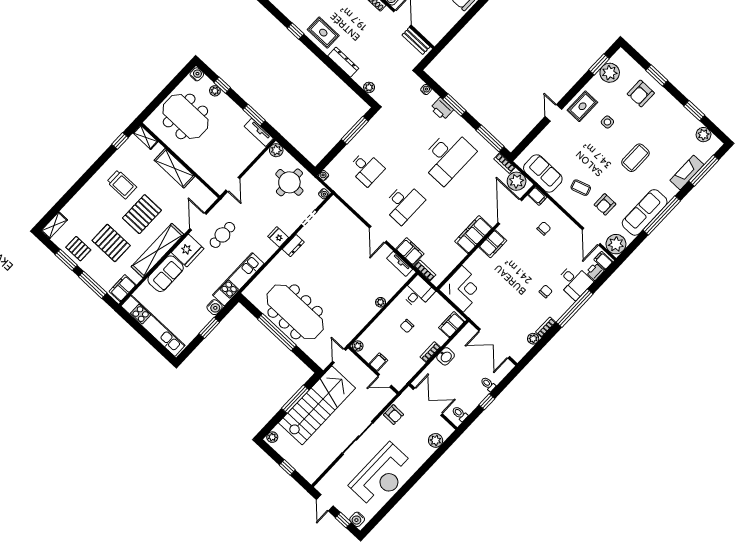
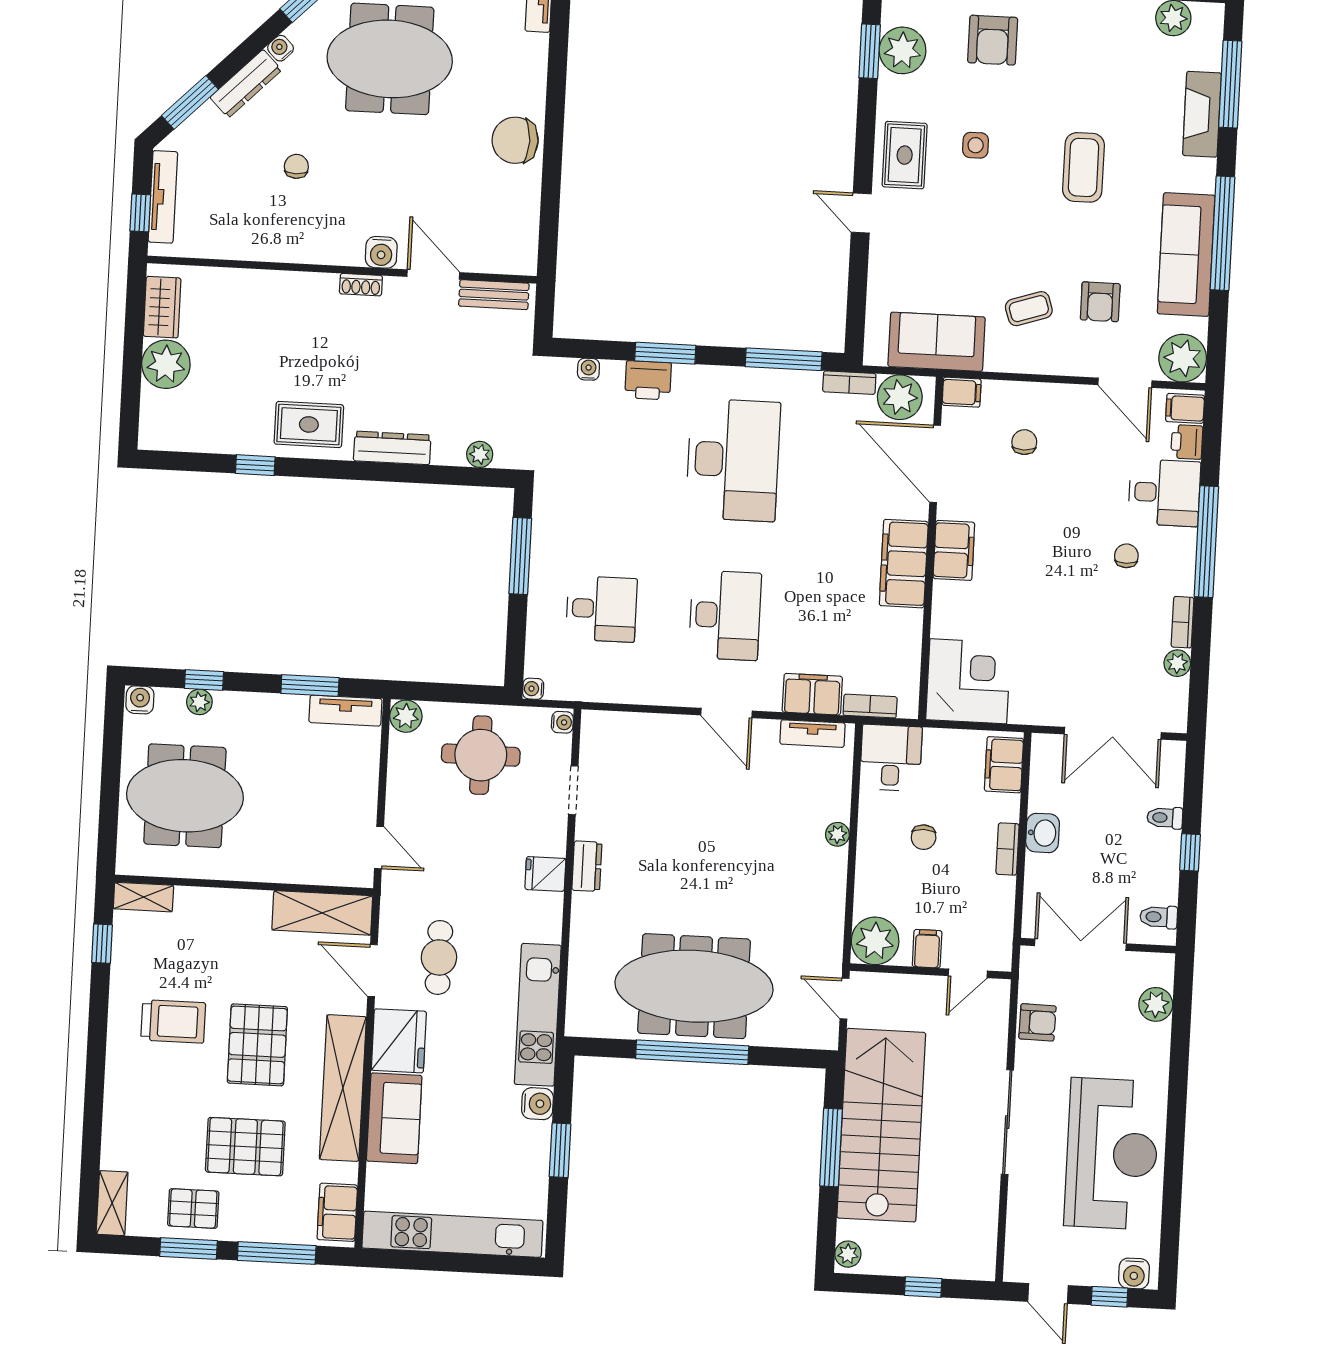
shelving: (174, 168) -> (322, 913), moved
plant: (358, 346) -> (875, 941), width x1.87, depth x1.87

